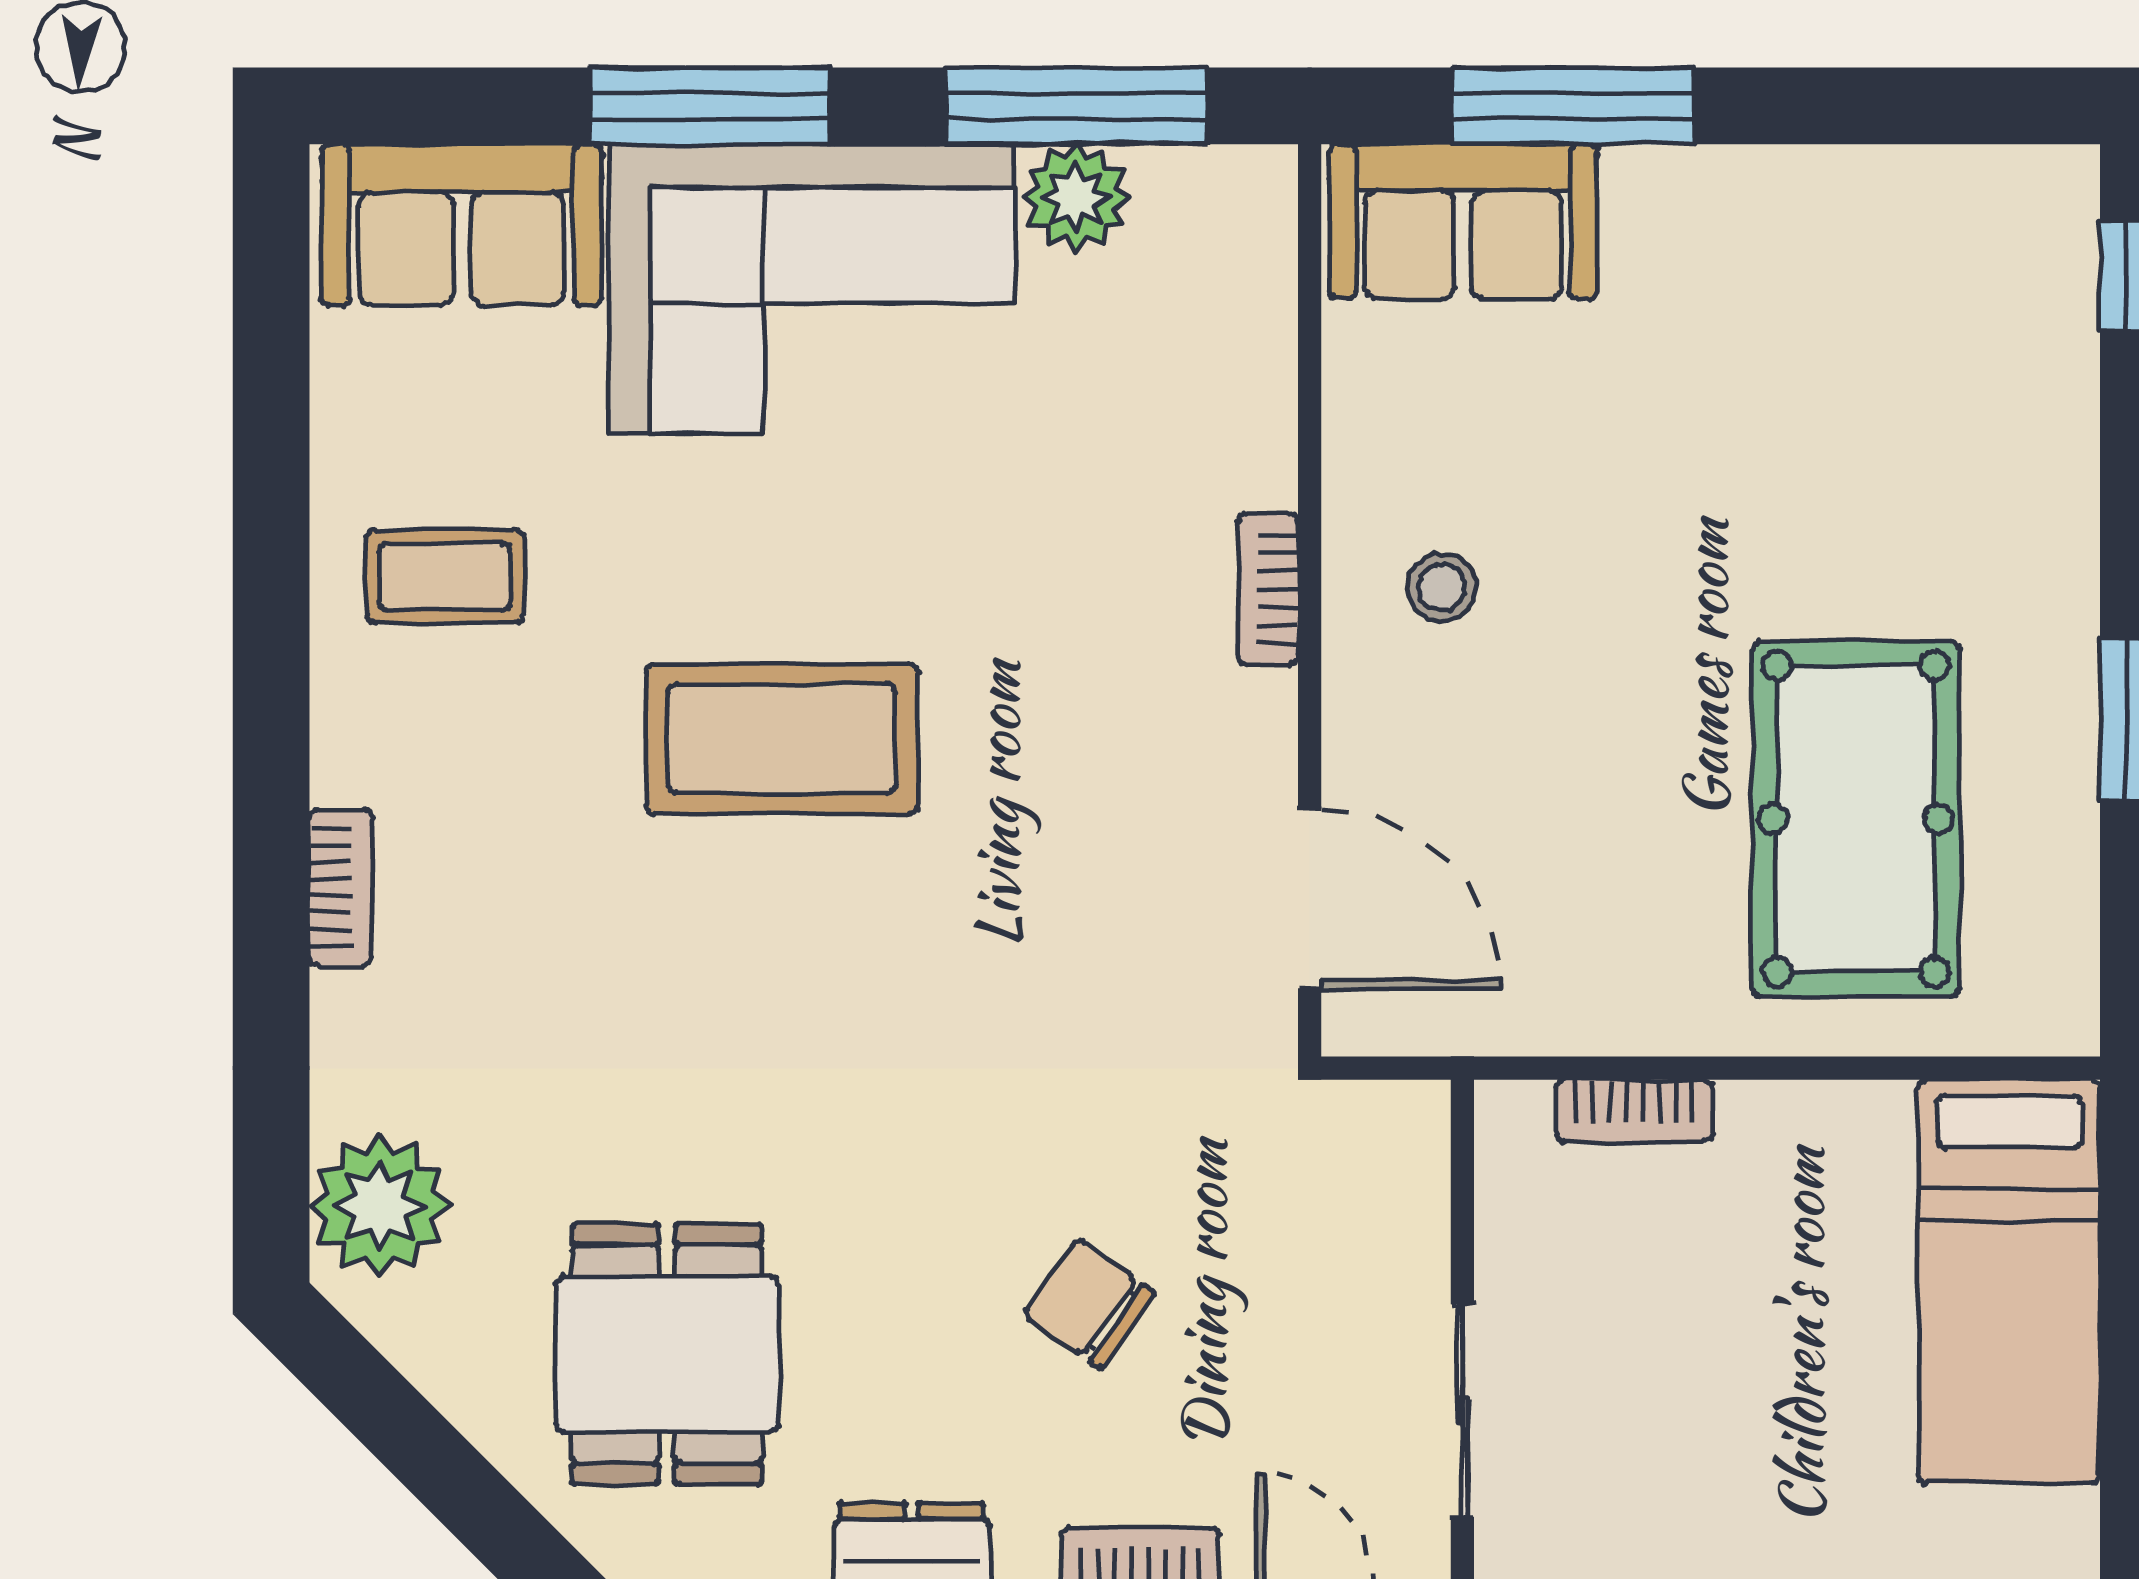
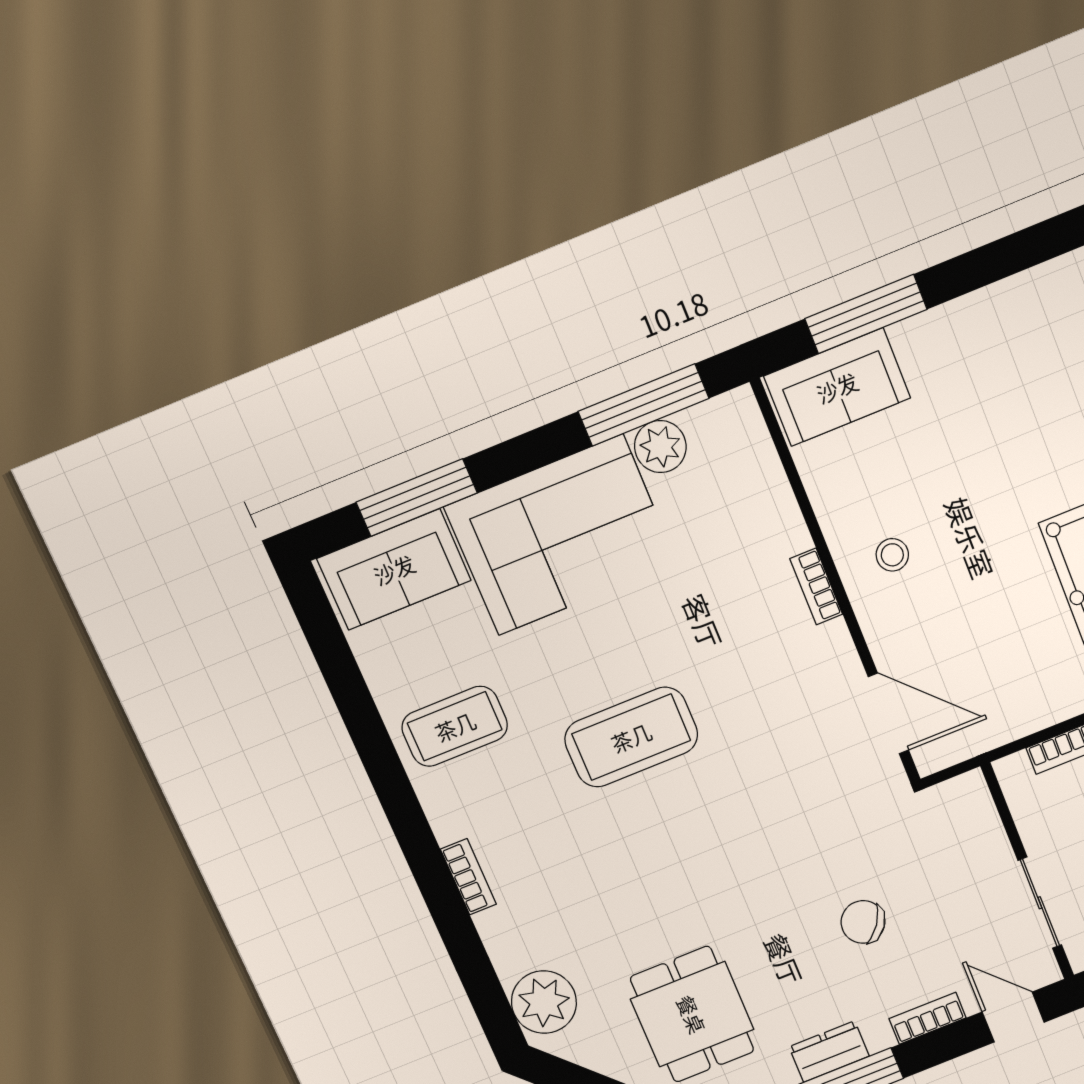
window: (709, 106) -> (417, 498), moved
coffee table: (445, 576) -> (455, 726), width x1.36, depth x1.30

